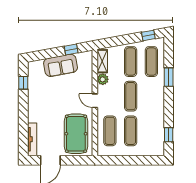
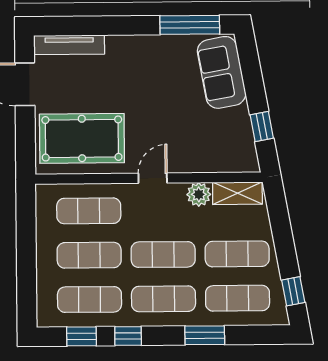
sofa: (61, 65) -> (222, 72), moved
window: (23, 83) -> (190, 25), width x2.17
exercise mat: (151, 96) -> (164, 299), added
window: (169, 113) -> (128, 336), added
exercise mat: (151, 131) -> (90, 299), added

